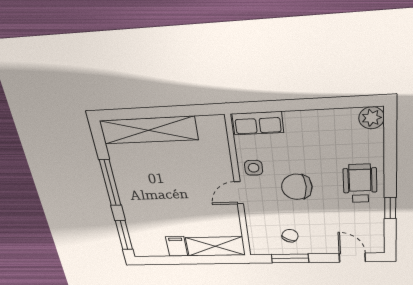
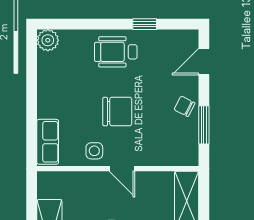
chair: (297, 187) -> (117, 112), turned -90
chair: (290, 236) -> (184, 106), moved

